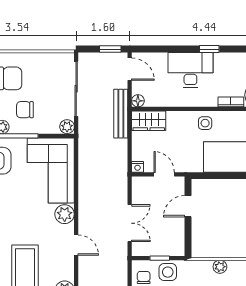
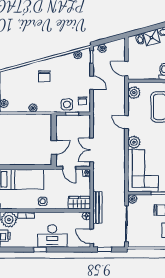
double door: (130, 223) -> (92, 150), moved

